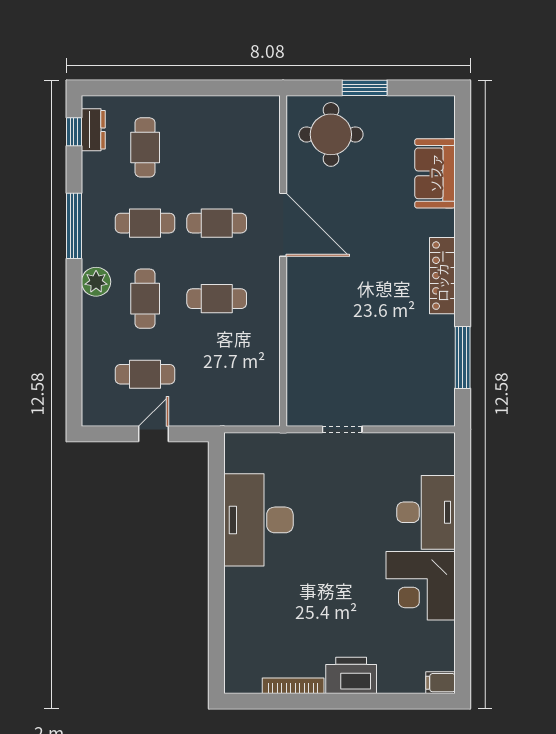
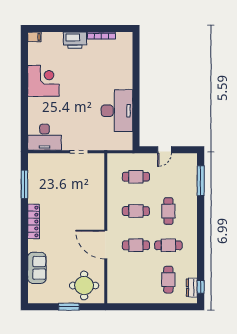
window: (74, 226) -> (201, 181), moved
plant: (96, 282) -> (191, 219), removed
cafe table: (145, 374) -> (136, 177), moved
desk: (426, 512) -> (45, 137), moved, turned -90

